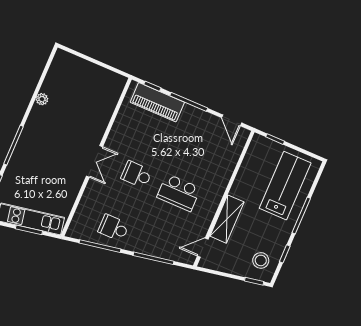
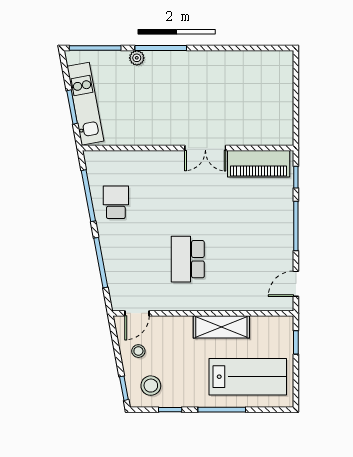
plant: (42, 99) -> (137, 58), moved
piano: (157, 102) -> (259, 164), moved, turned -90
double door: (94, 161) -> (205, 148), moved
school desk: (137, 174) -> (188, 202), removed
shelving: (227, 219) -> (221, 327), moved
door: (203, 248) -> (137, 313), swing flipped
stool: (231, 259) -> (138, 351), added

